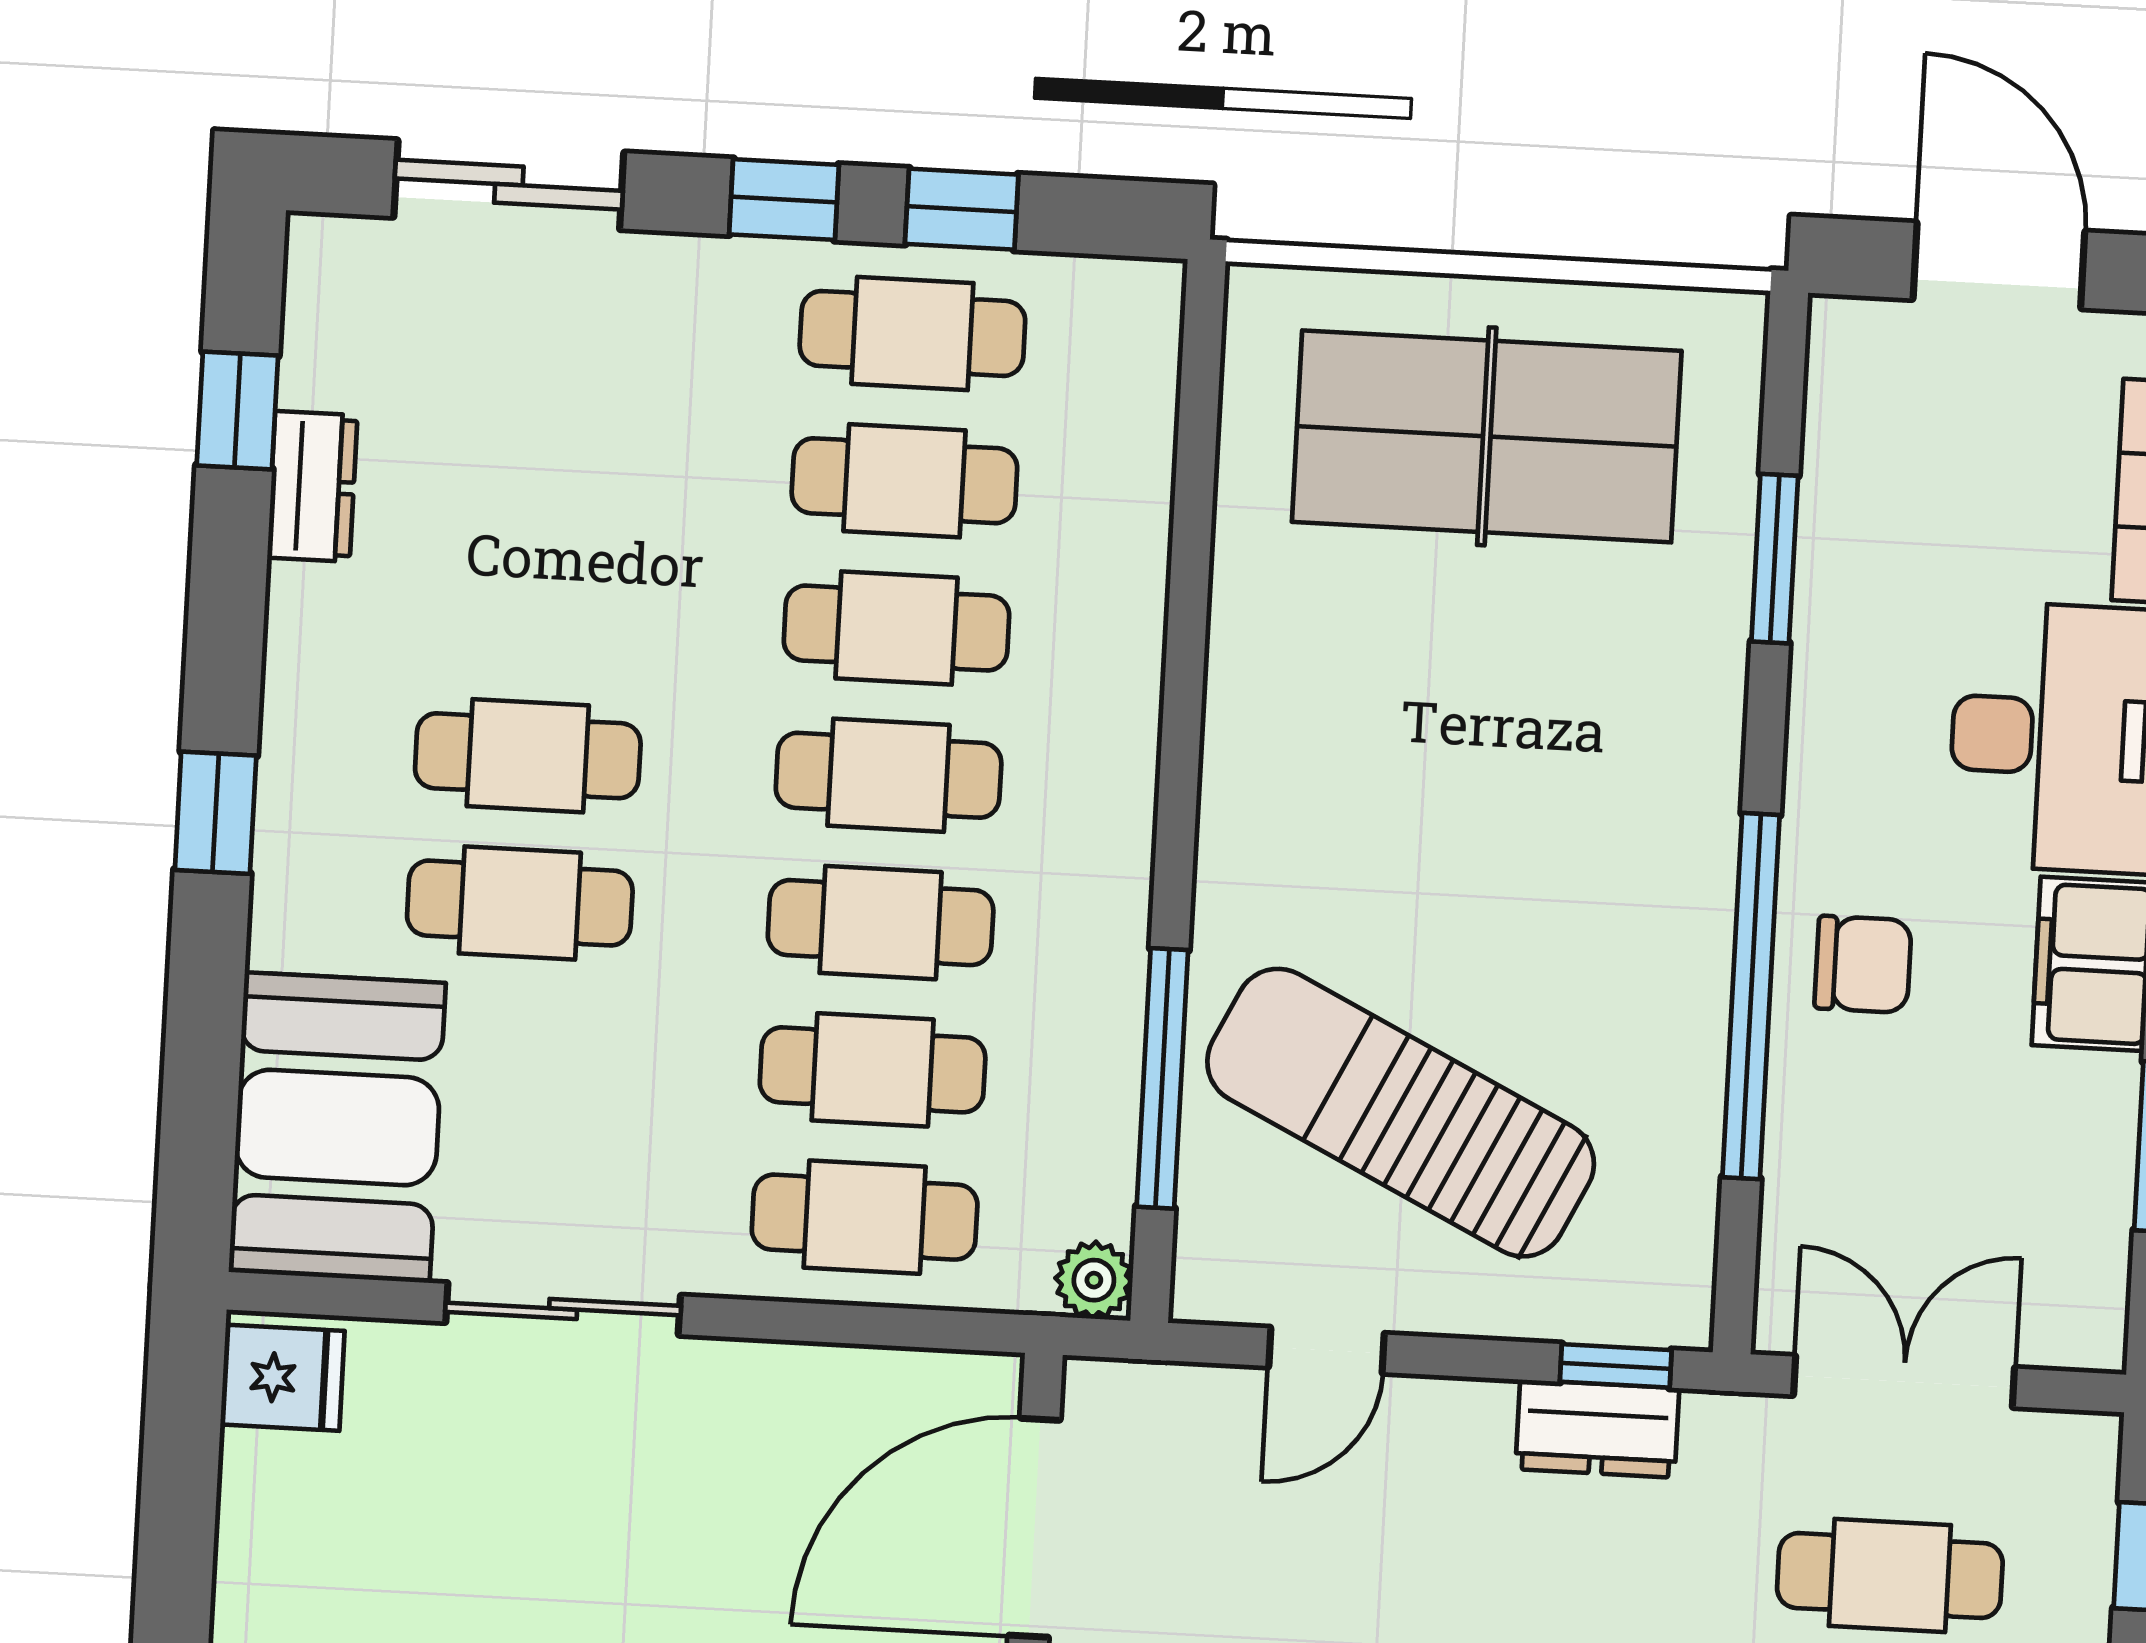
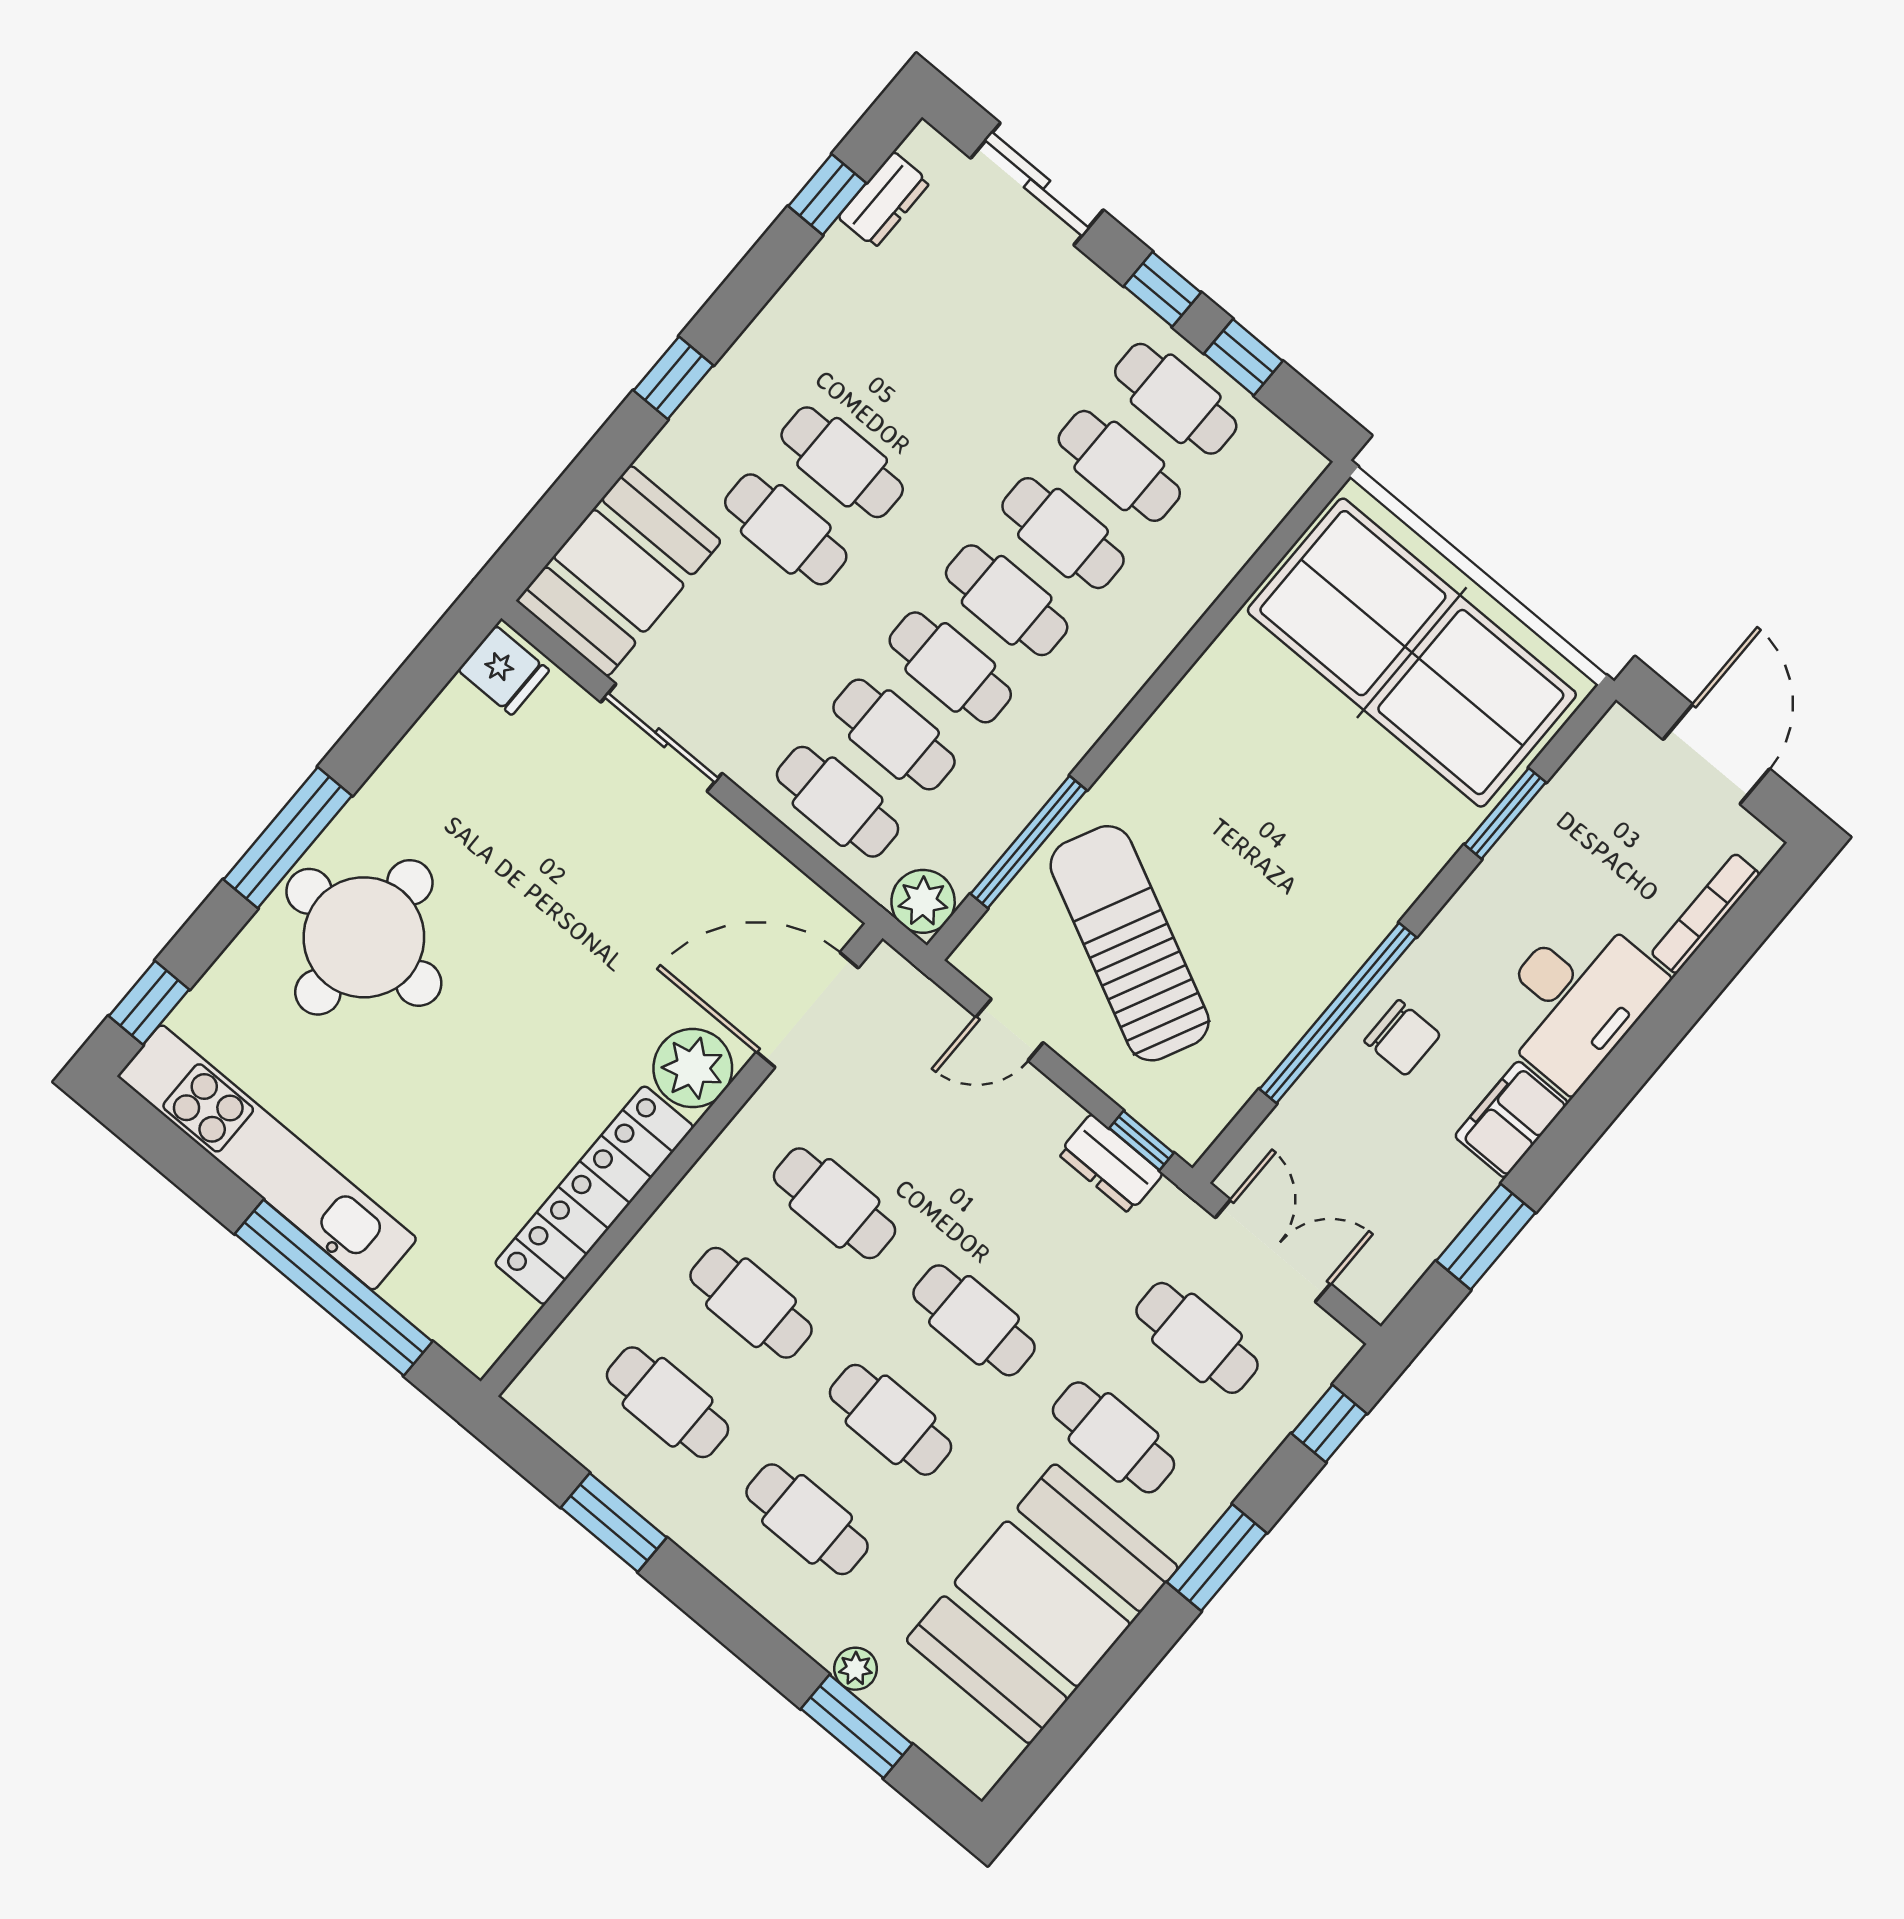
table tennis table: (1487, 436) -> (1412, 653), width x1.36, depth x1.32
dresser: (312, 486) -> (884, 200), moved
plant: (1094, 1280) -> (923, 901), width x1.38, depth x1.38

